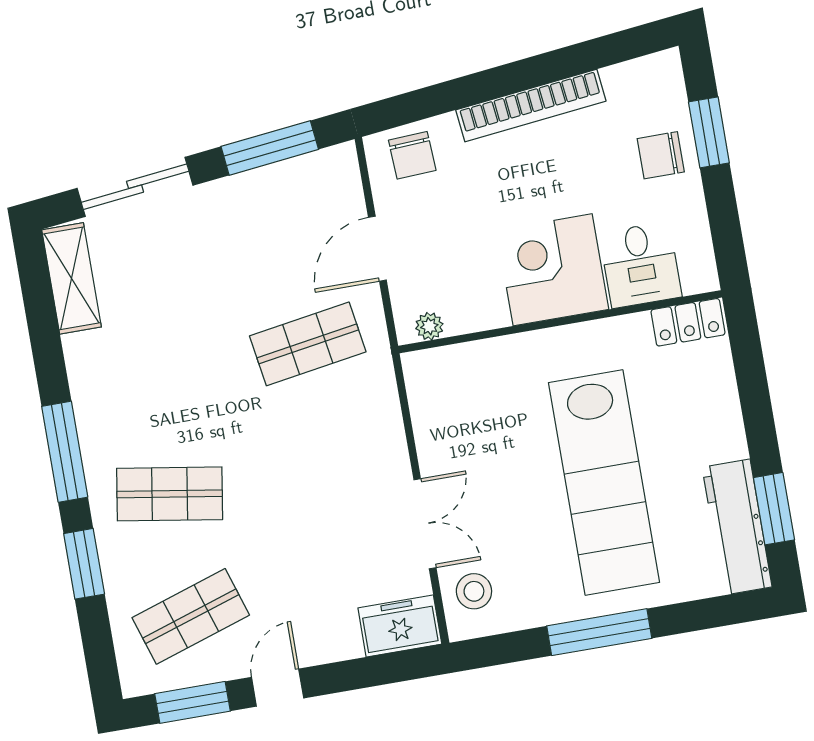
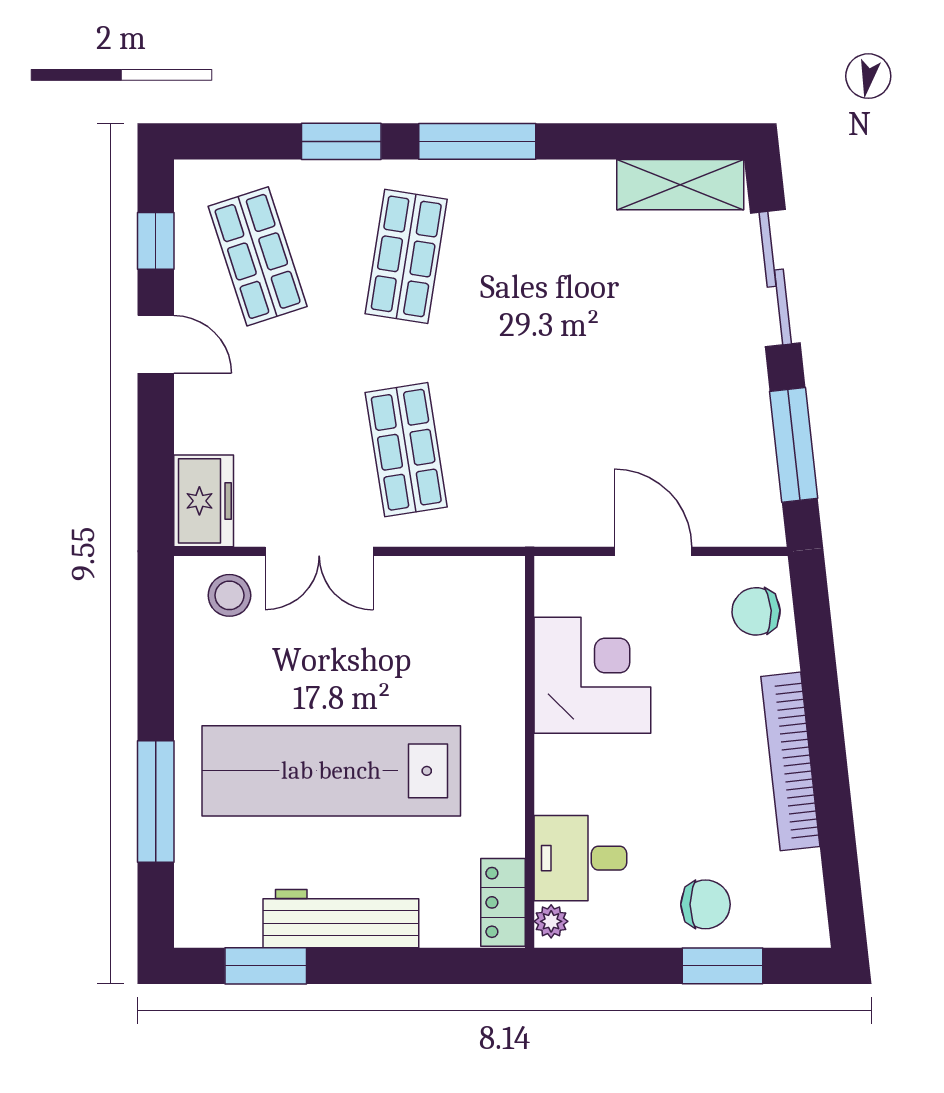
chair: (661, 155) -> (705, 904), turned 90
corner desk: (553, 270) -> (592, 675), moved
plant: (429, 326) -> (551, 921), moved
shop shelf: (308, 344) -> (406, 450), moved
workbench: (737, 527) -> (341, 919), moved
window: (599, 632) -> (156, 802), moved
window: (192, 702) -> (156, 241), width x0.67

